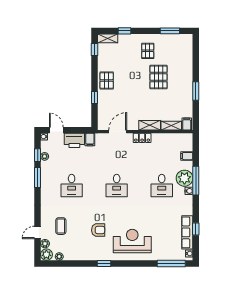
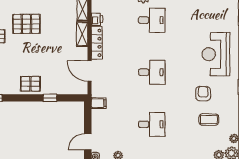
locker: (142, 138) -> (97, 43), width x1.53
printer: (74, 140) -> (97, 19), moved, width x0.53, depth x0.68
coffee table: (61, 226) -> (209, 120), moved

